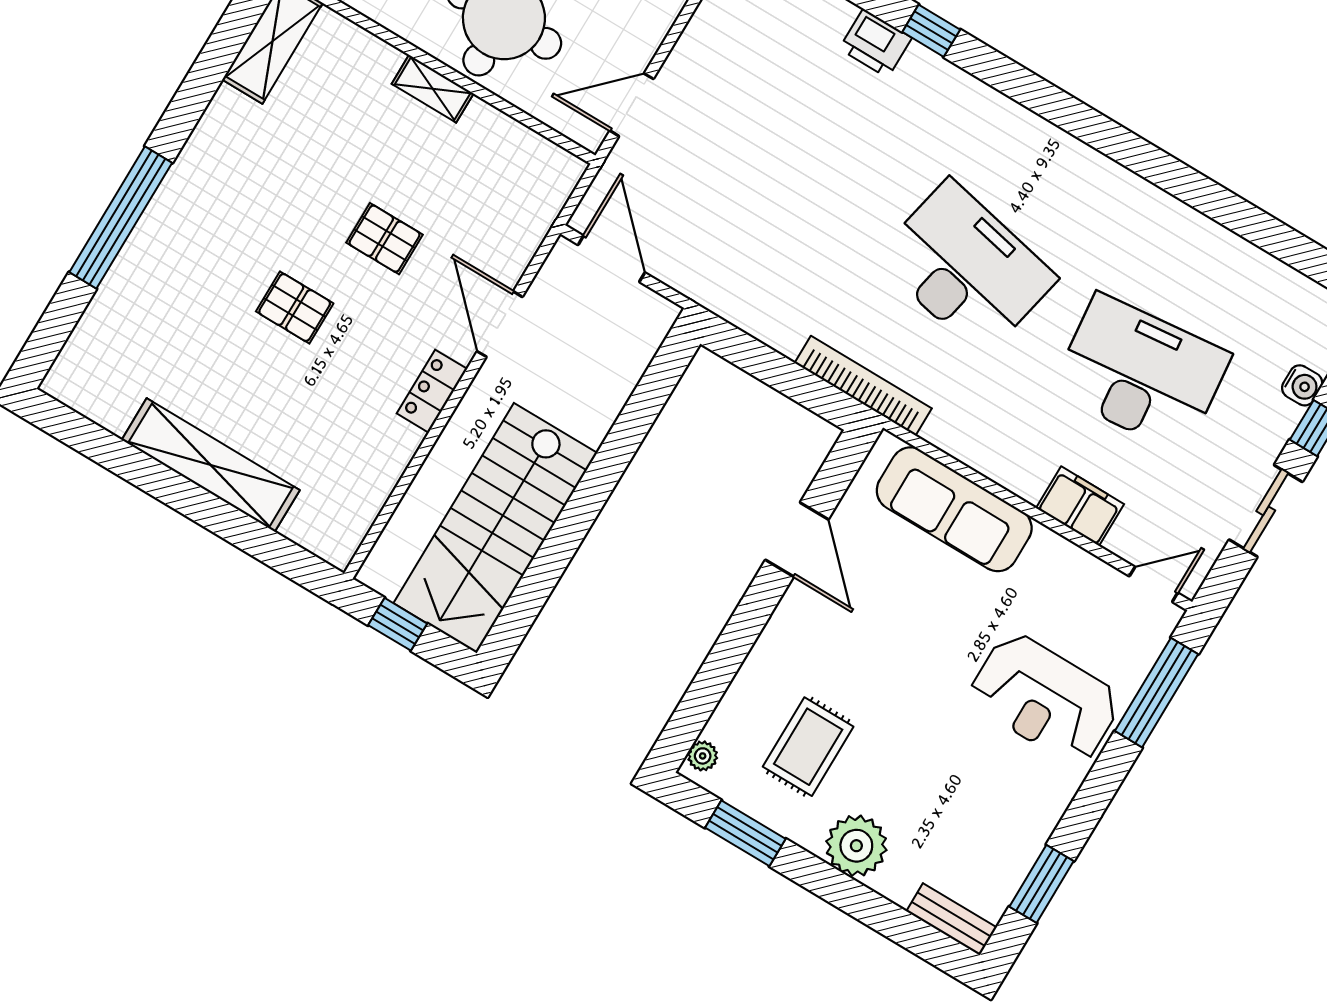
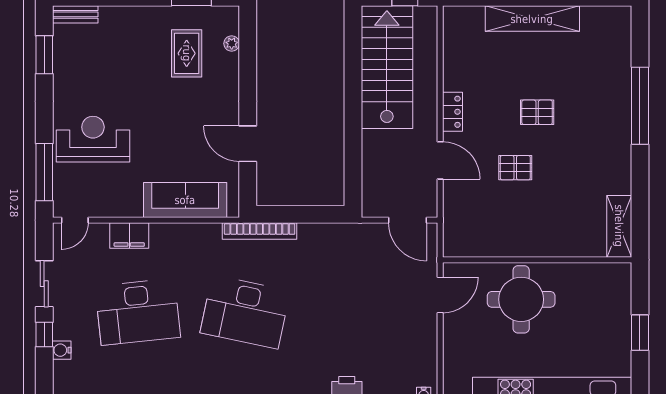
shelving: (433, 89) -> (534, 248), removed
plant: (703, 756) -> (232, 44), moved
plant: (856, 846) -> (138, 22), removed

